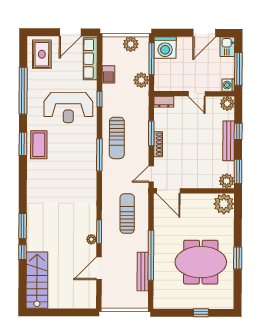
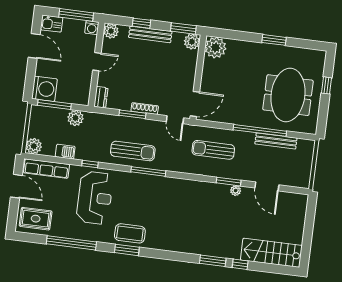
plant: (131, 44) -> (34, 146), moved
meeting table: (201, 262) -> (288, 95), moved

